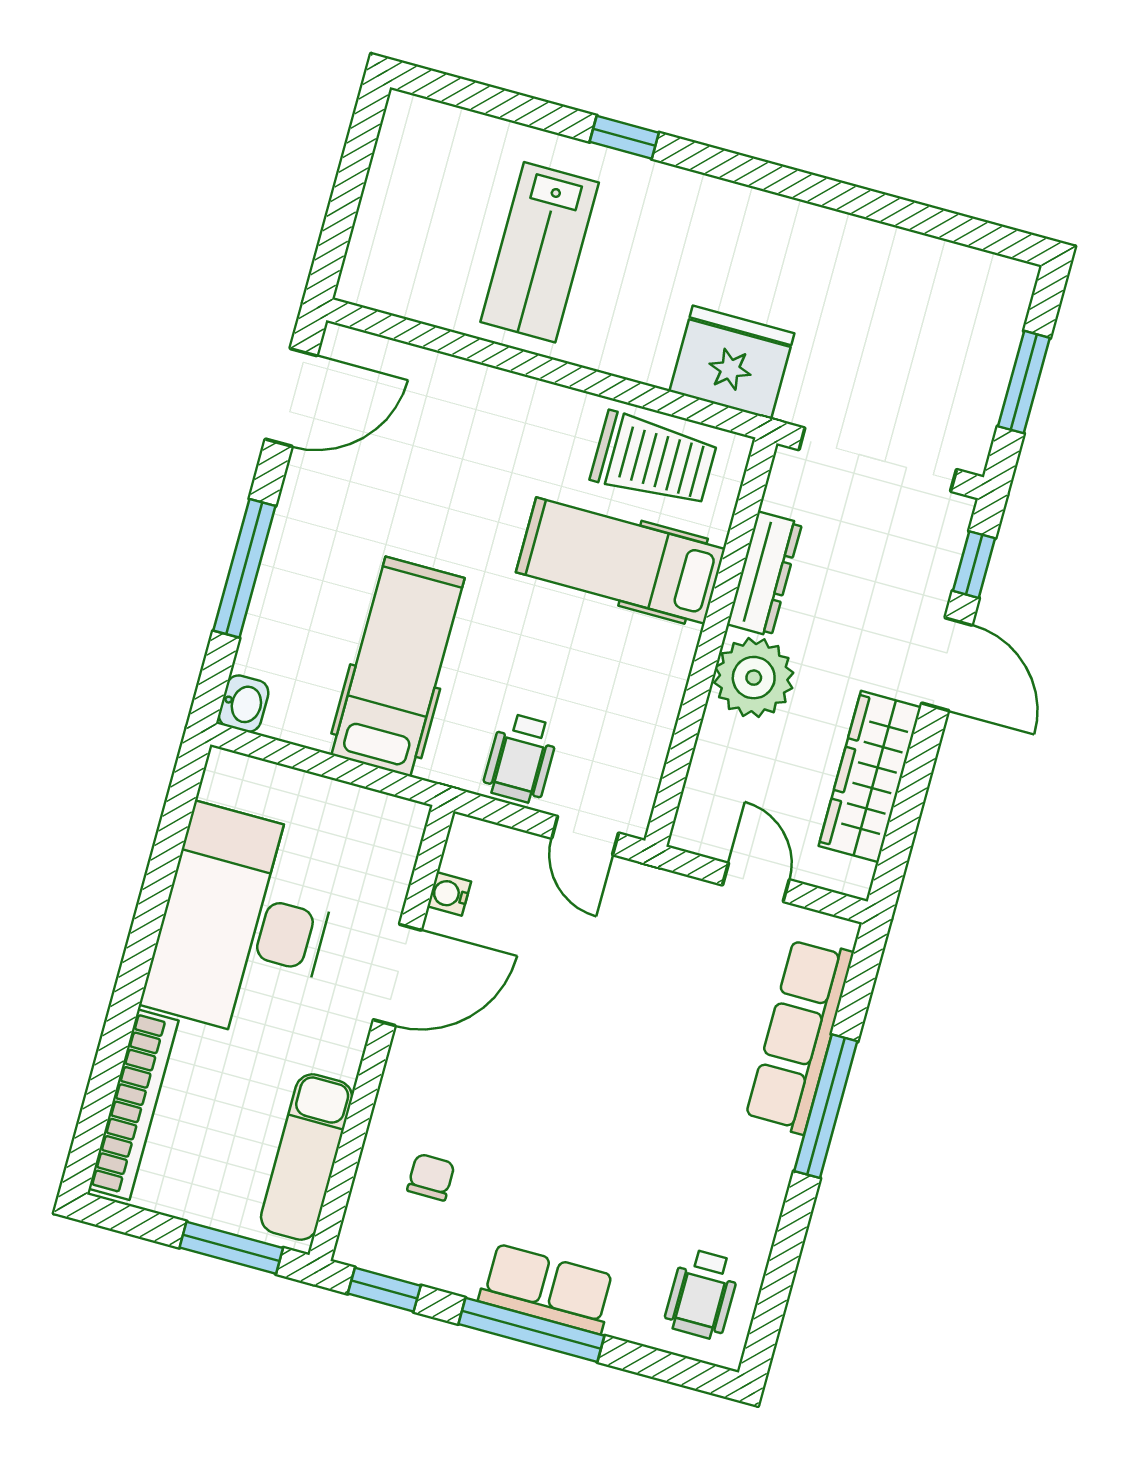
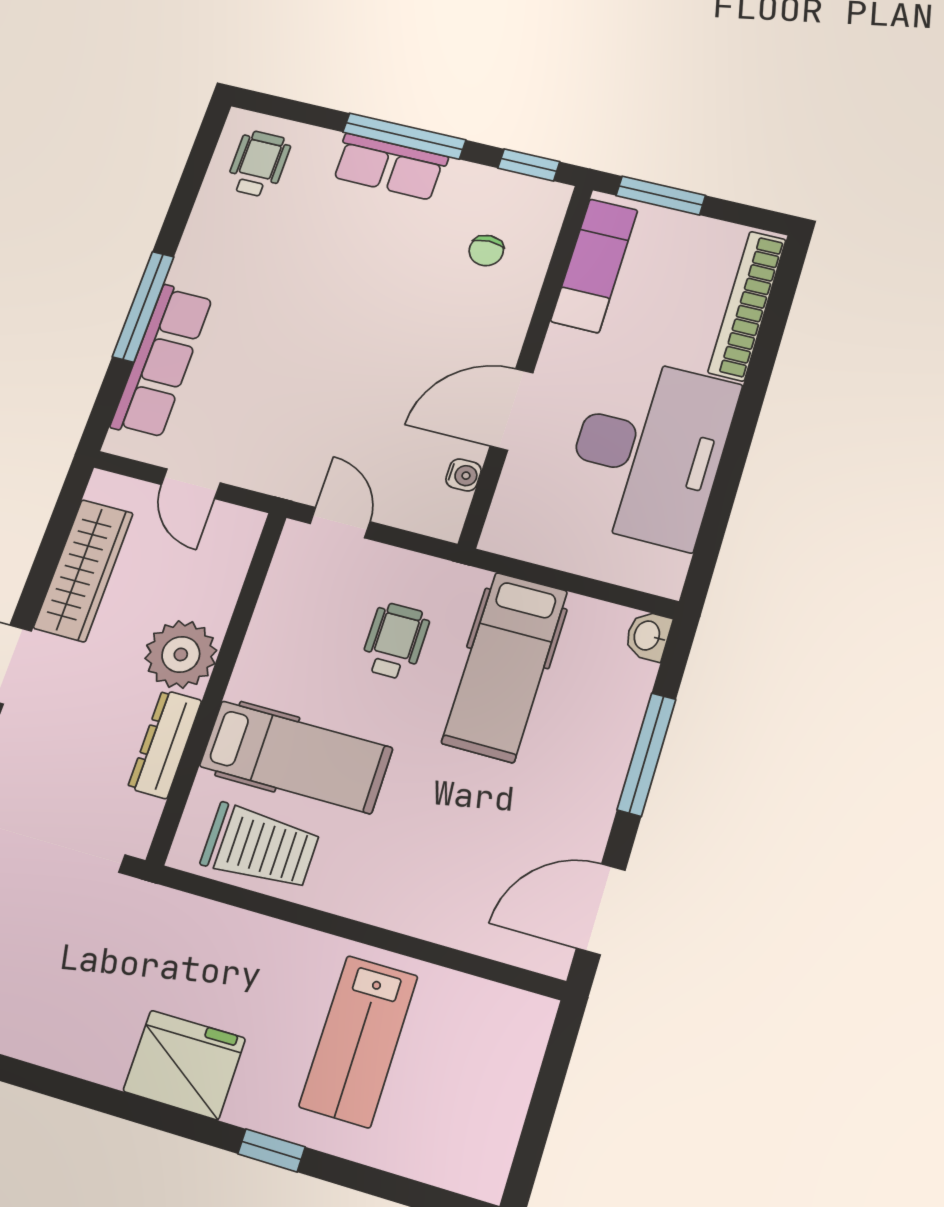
lab bench: (540, 252) -> (359, 1041), turned 180
fridge: (732, 362) -> (184, 1065), moved, turned 180
trolley: (654, 460) -> (260, 847), turned 180
wheelchair: (521, 758) -> (395, 641), moved

